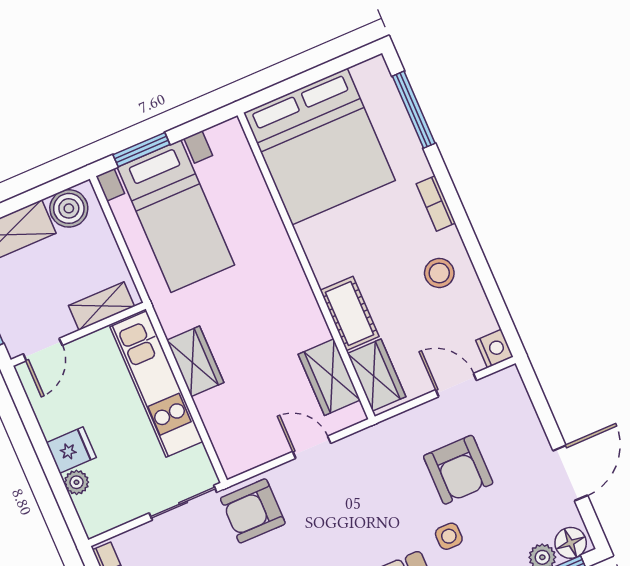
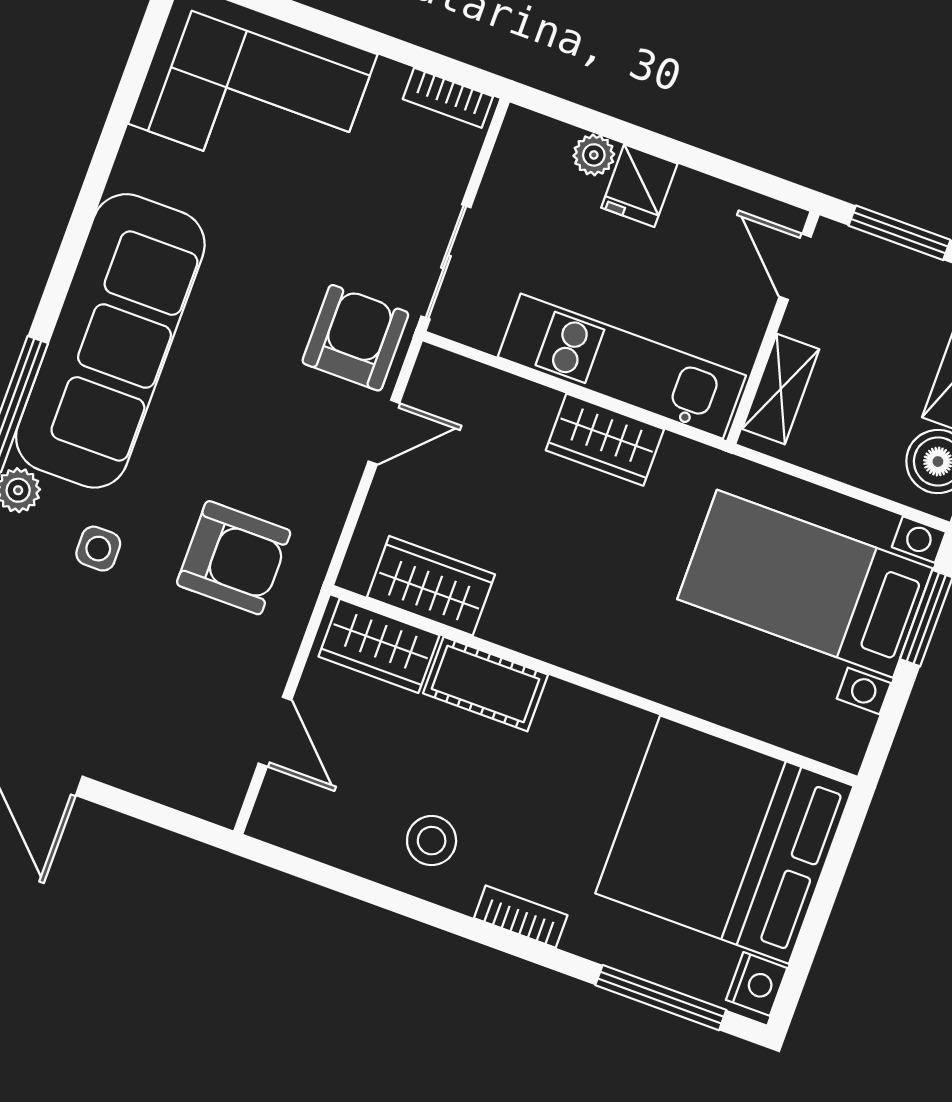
nightstand: (494, 349) -> (757, 984), moved, turned -90
door: (456, 385) -> (275, 732), hinge flipped
door: (312, 447) -> (384, 432), moved
armchair: (458, 470) -> (234, 558), moved, turned 180

